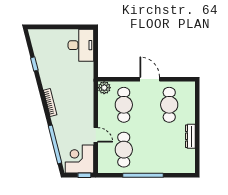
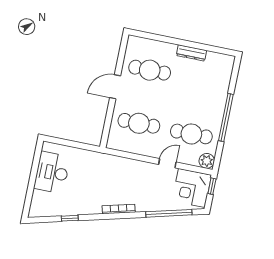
desk: (81, 45) -> (52, 172), moved, turned -90
plant: (104, 88) -> (207, 161), moved

